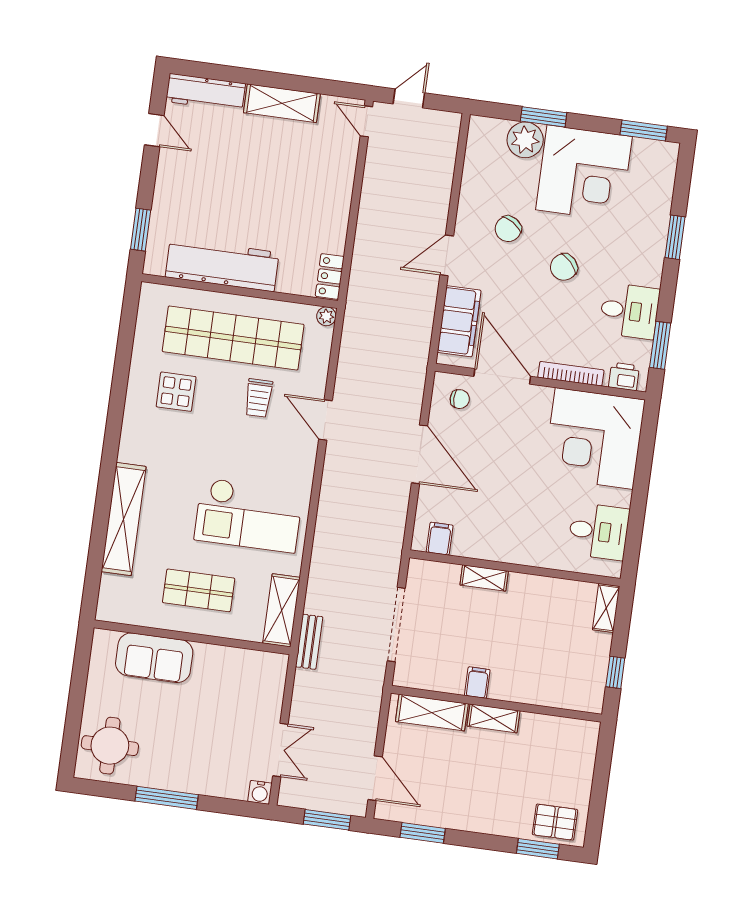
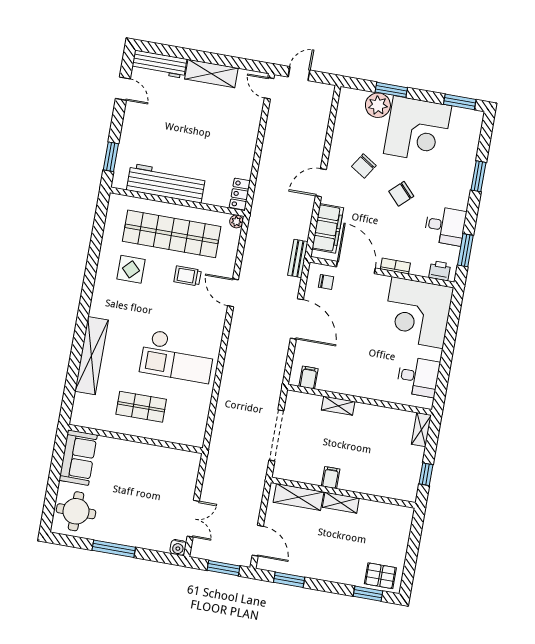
bookcase: (571, 374) -> (395, 266), width x0.64
trolley: (259, 398) -> (188, 276), turned 90
shelving: (282, 610) -> (198, 423), removed
bench: (309, 642) -> (298, 258), moved
sofa: (154, 658) -> (78, 458), moved, turned -90

